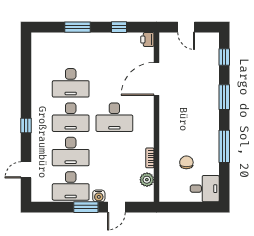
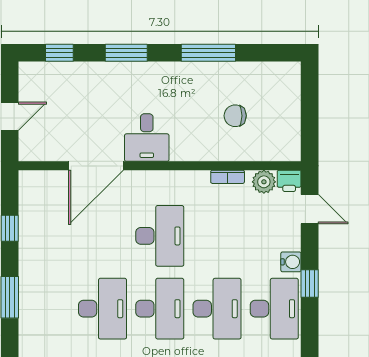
printer: (147, 40) -> (289, 181), moved
door: (156, 79) -> (96, 166), hinge flipped
desk: (205, 189) -> (147, 138), moved, turned 180
window: (86, 207) -> (310, 283), width x0.67
door: (116, 207) -> (310, 209), moved

